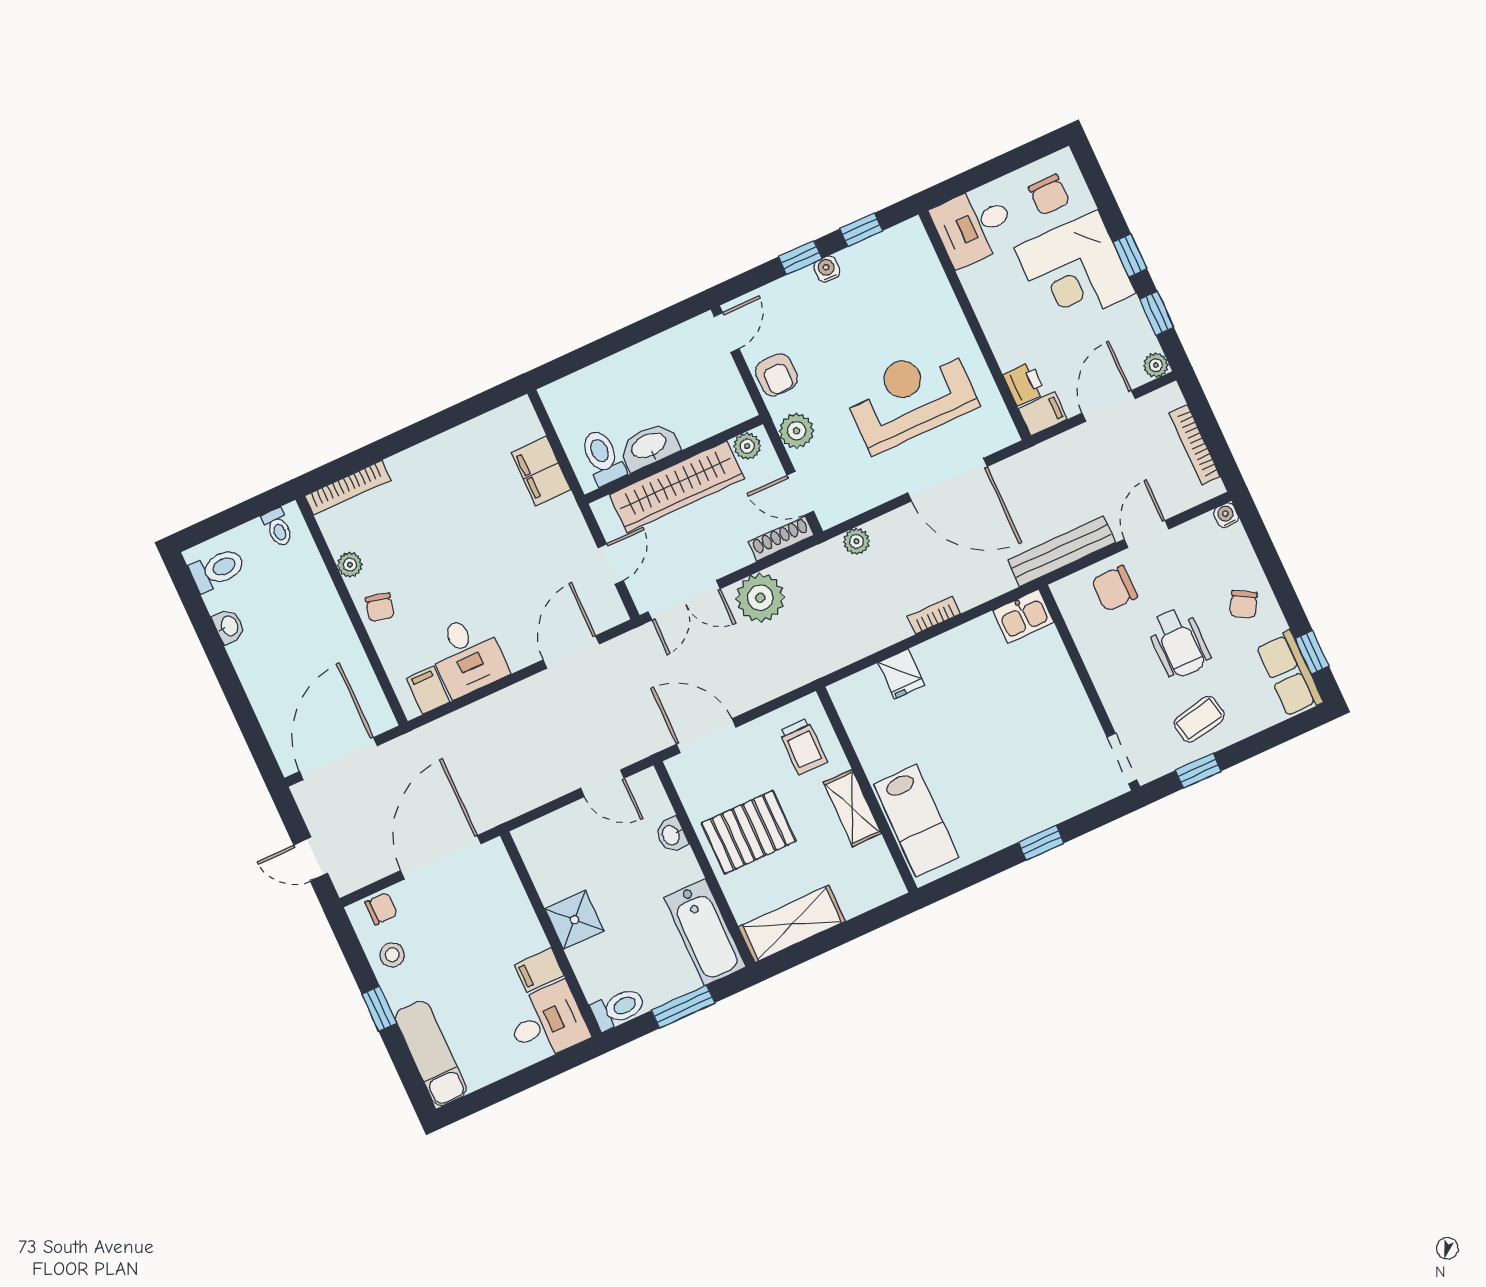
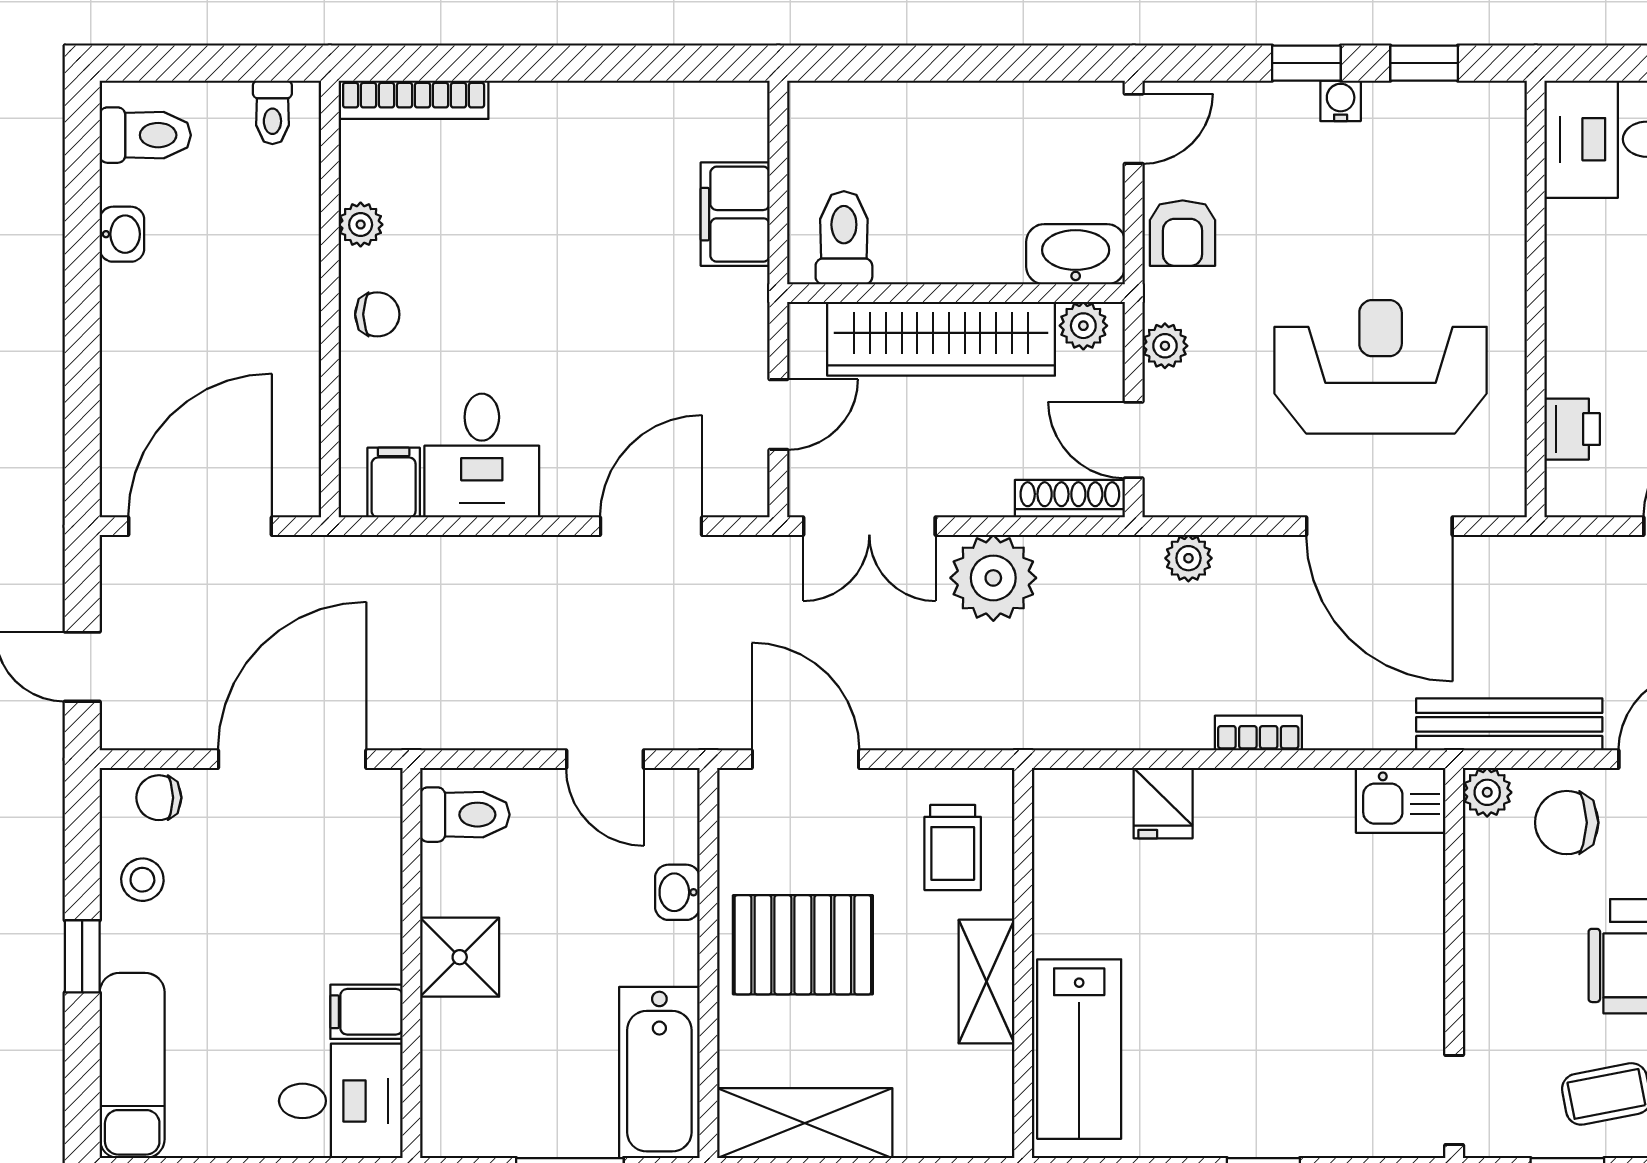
filing cabinet: (1043, 414) -> (1580, 491), removed
plant: (796, 431) -> (1165, 346), width x0.73, depth x0.73
washbasin: (649, 446) -> (1076, 254), moved
plant: (1066, 592) -> (1487, 792), added
chair: (380, 607) -> (377, 314), turned -103
chair: (381, 909) -> (159, 798), turned 180
toilet: (618, 1008) -> (465, 815), moved

